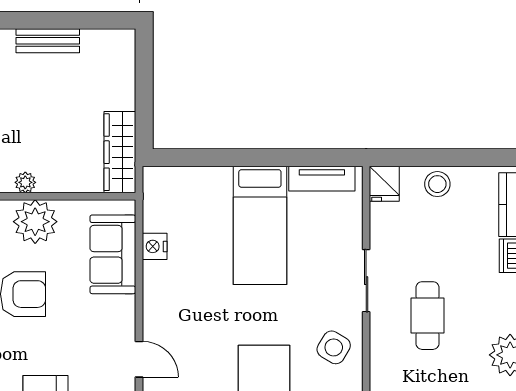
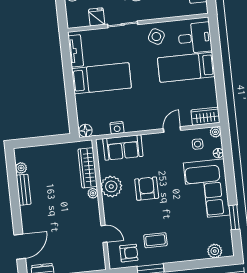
plant: (93, 40) -> (21, 168), added
wardrobe: (120, 152) -> (88, 168), moved, turned 90
floor lamp: (156, 181) -> (86, 131), added
fridge: (384, 184) -> (97, 17), moved, turned -90

